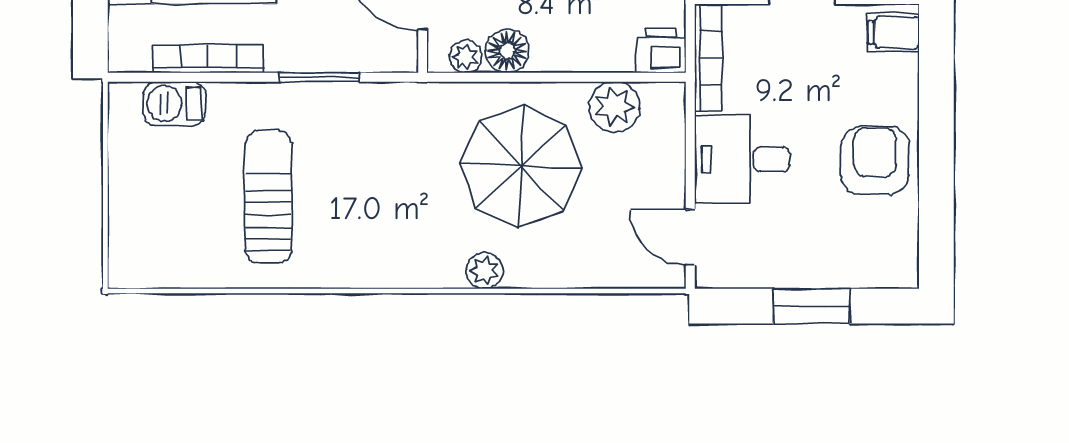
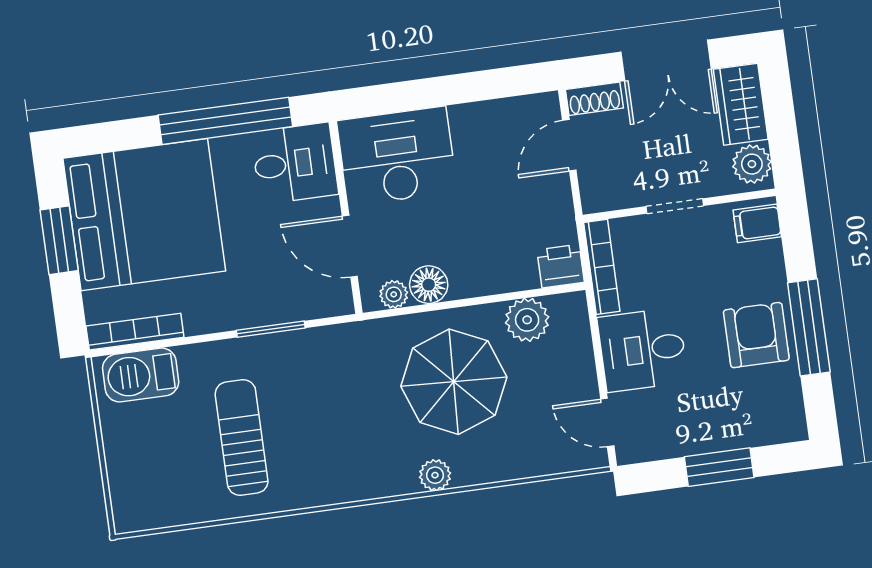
bookcase: (208, 59) -> (135, 332), moved
barbecue: (174, 104) -> (141, 375), width x1.38, depth x1.27
window: (936, 160) -> (809, 327), added

